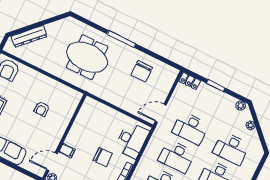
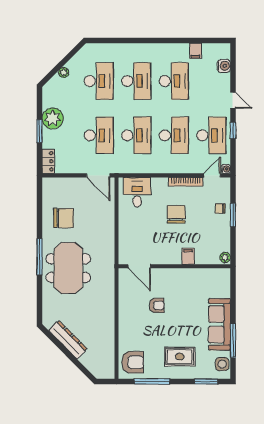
dresser: (29, 36) -> (68, 340), moved
meeting table: (87, 57) -> (68, 268), moved
plant: (241, 106) -> (53, 118), moved, width x1.88, depth x1.88
desk: (132, 140) -> (137, 192), width x0.73
door: (52, 162) -> (139, 266), moved

